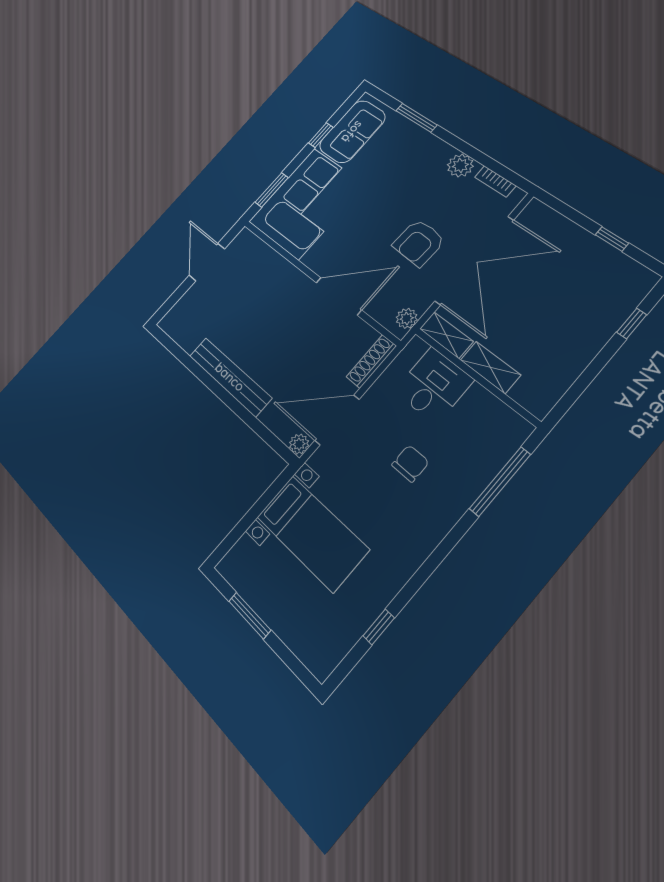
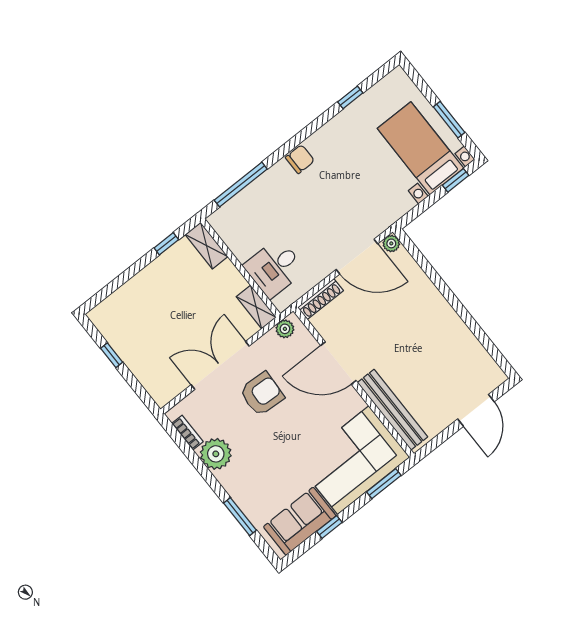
plant: (460, 166) -> (216, 454), width x1.36, depth x1.36
double door: (474, 260) -> (220, 365), width x0.73
door: (207, 262) -> (476, 410), moved
window: (632, 324) -> (166, 244), moved
shelving: (490, 367) -> (206, 246), moved
bench: (230, 377) -> (393, 410), moved
chair: (410, 463) -> (300, 159), moved, turned 180
bed with nightstands: (312, 533) -> (420, 148), moved
window: (234, 537) -> (456, 180), added

